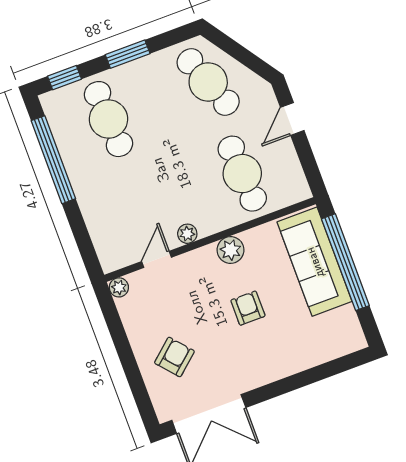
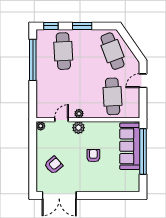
plant: (231, 250) -> (78, 128), moved

